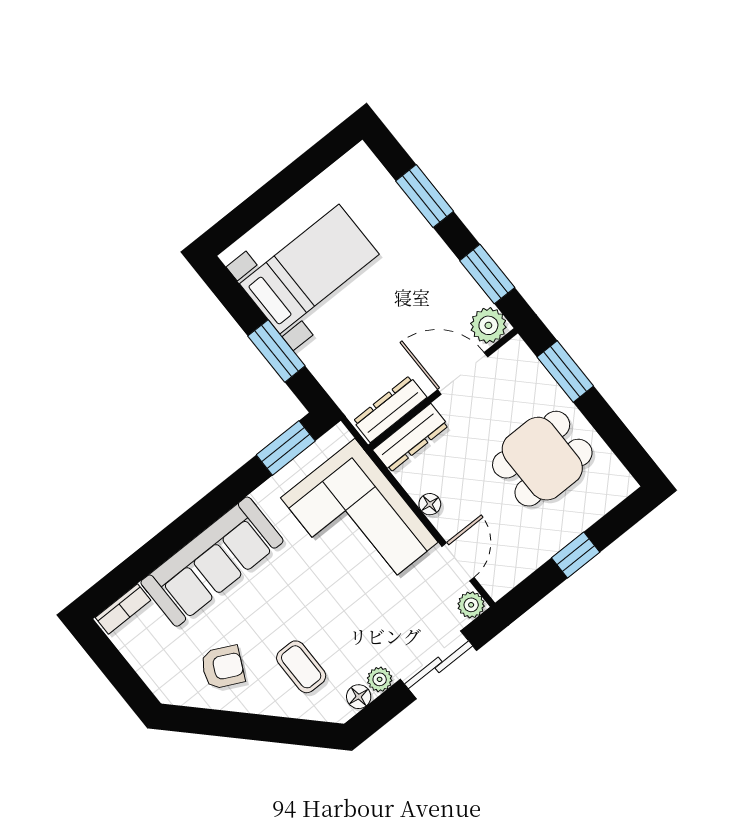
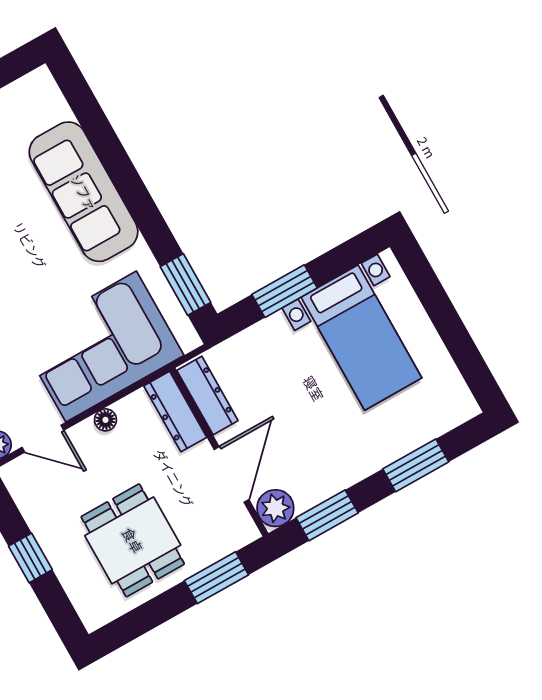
bookcase: (123, 609) -> (51, 95), removed

